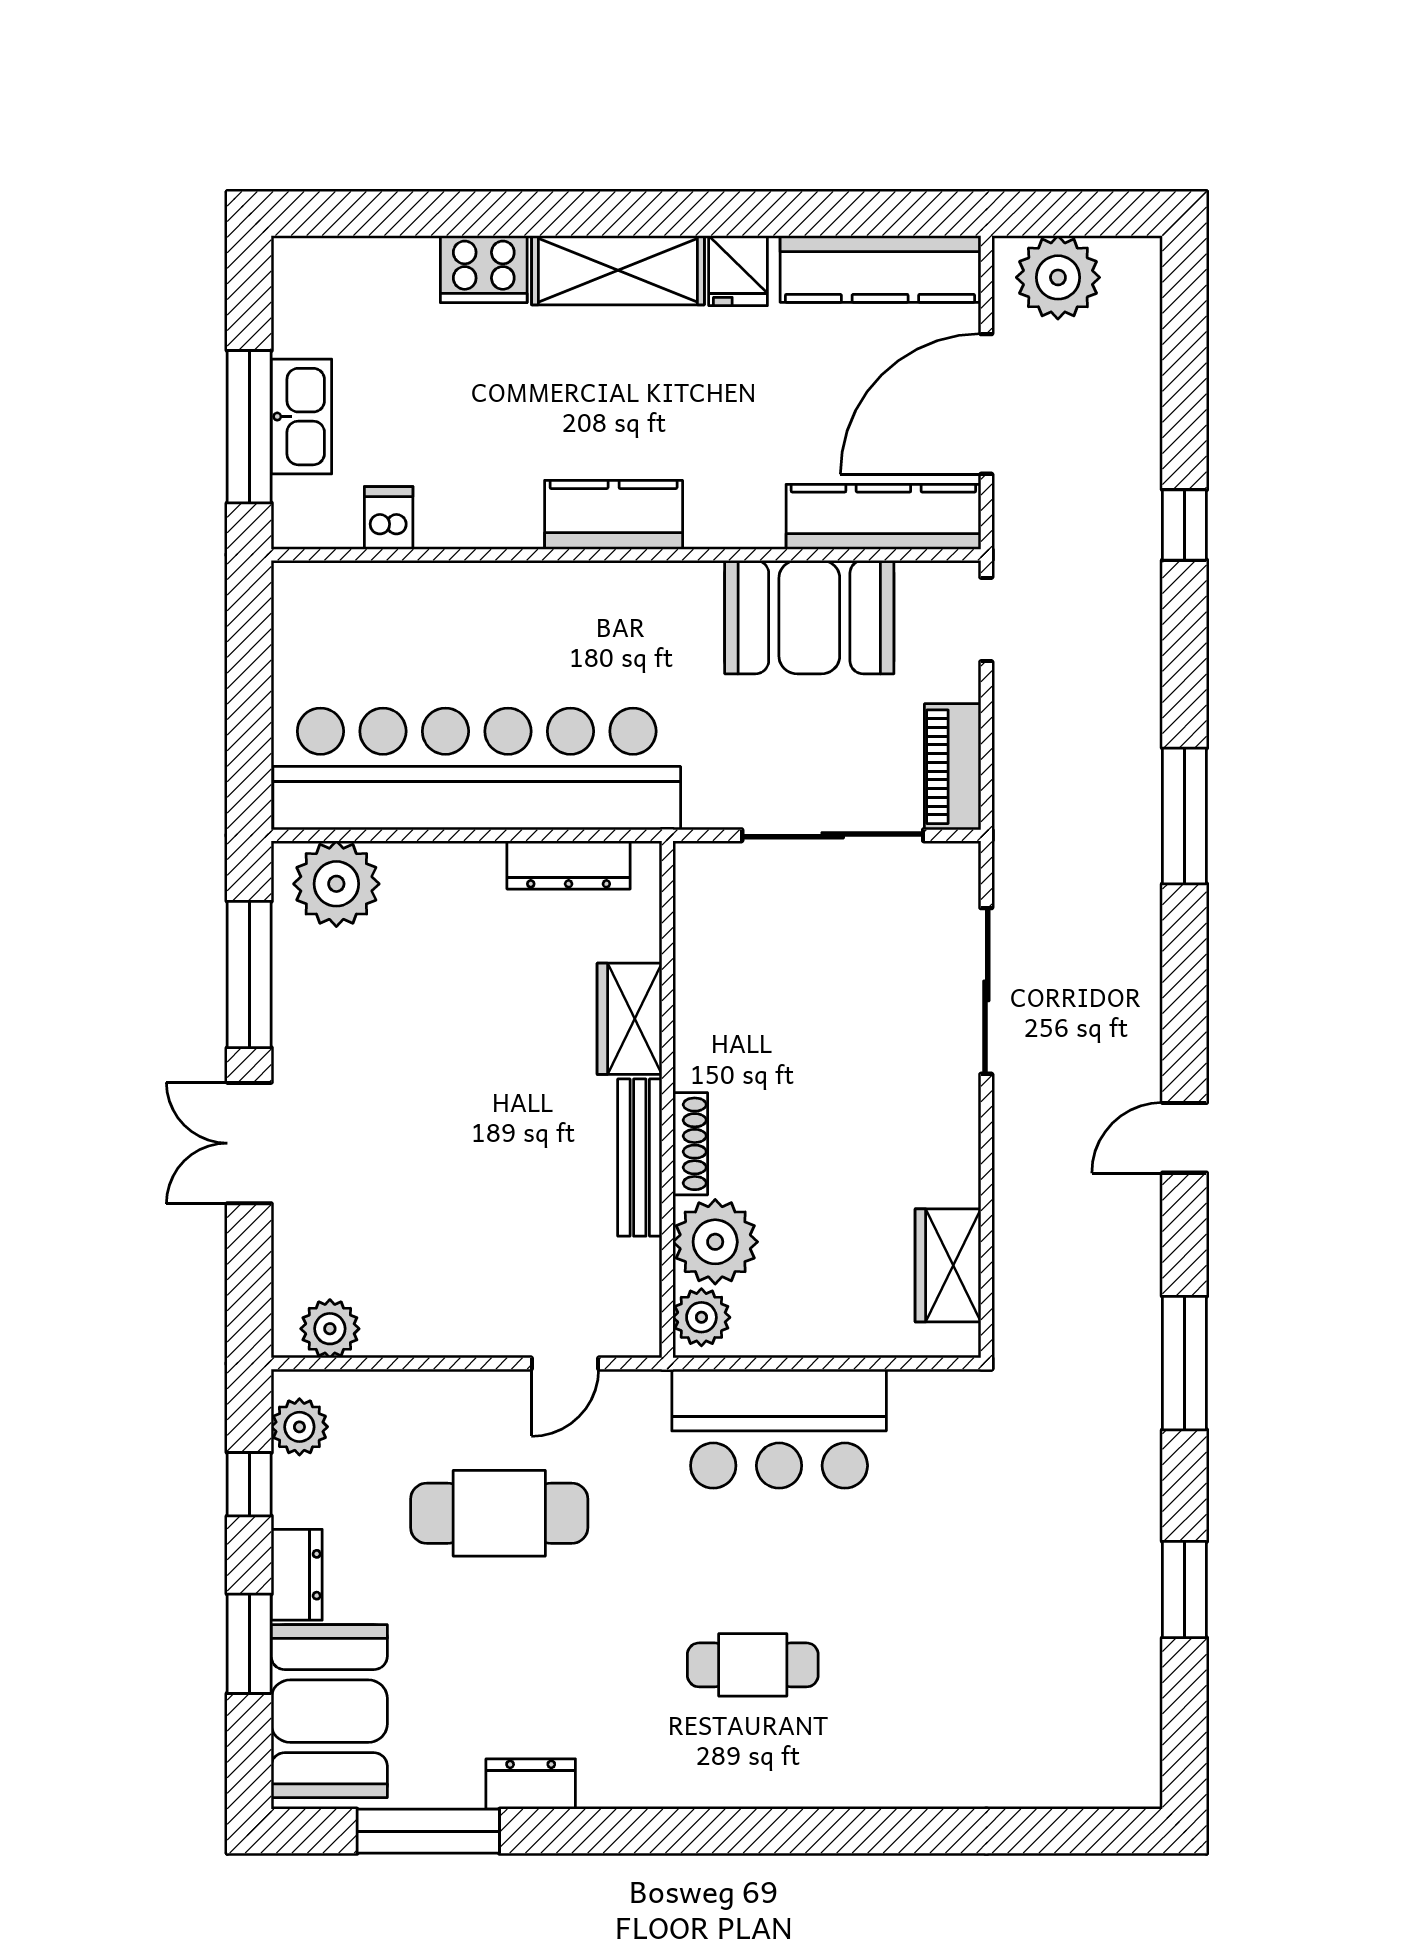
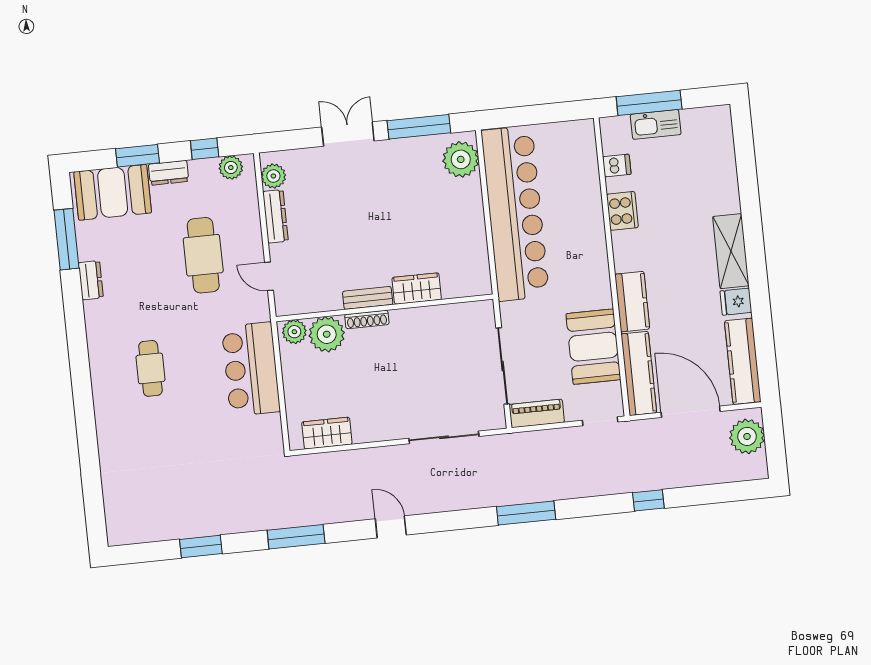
cooker: (484, 269) -> (622, 211), moved, turned 180
kitchen counter: (614, 515) -> (632, 302), moved
dresser: (569, 865) -> (275, 216), moved, turned 180
bench: (640, 1158) -> (368, 298), width x0.73

